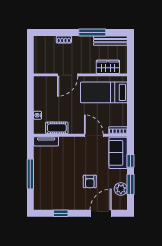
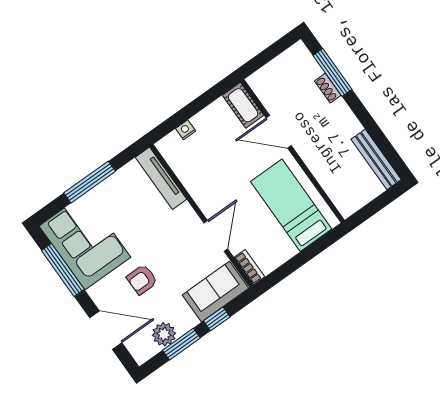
window: (92, 33) -> (332, 72), moved
wardrobe: (108, 67) -> (334, 184), removed
cot: (57, 128) -> (243, 105), moved
tv unit: (46, 141) -> (161, 178), width x1.41
corner sofa: (55, 195) -> (85, 242), added
window: (61, 213) -> (63, 270), width x2.17

